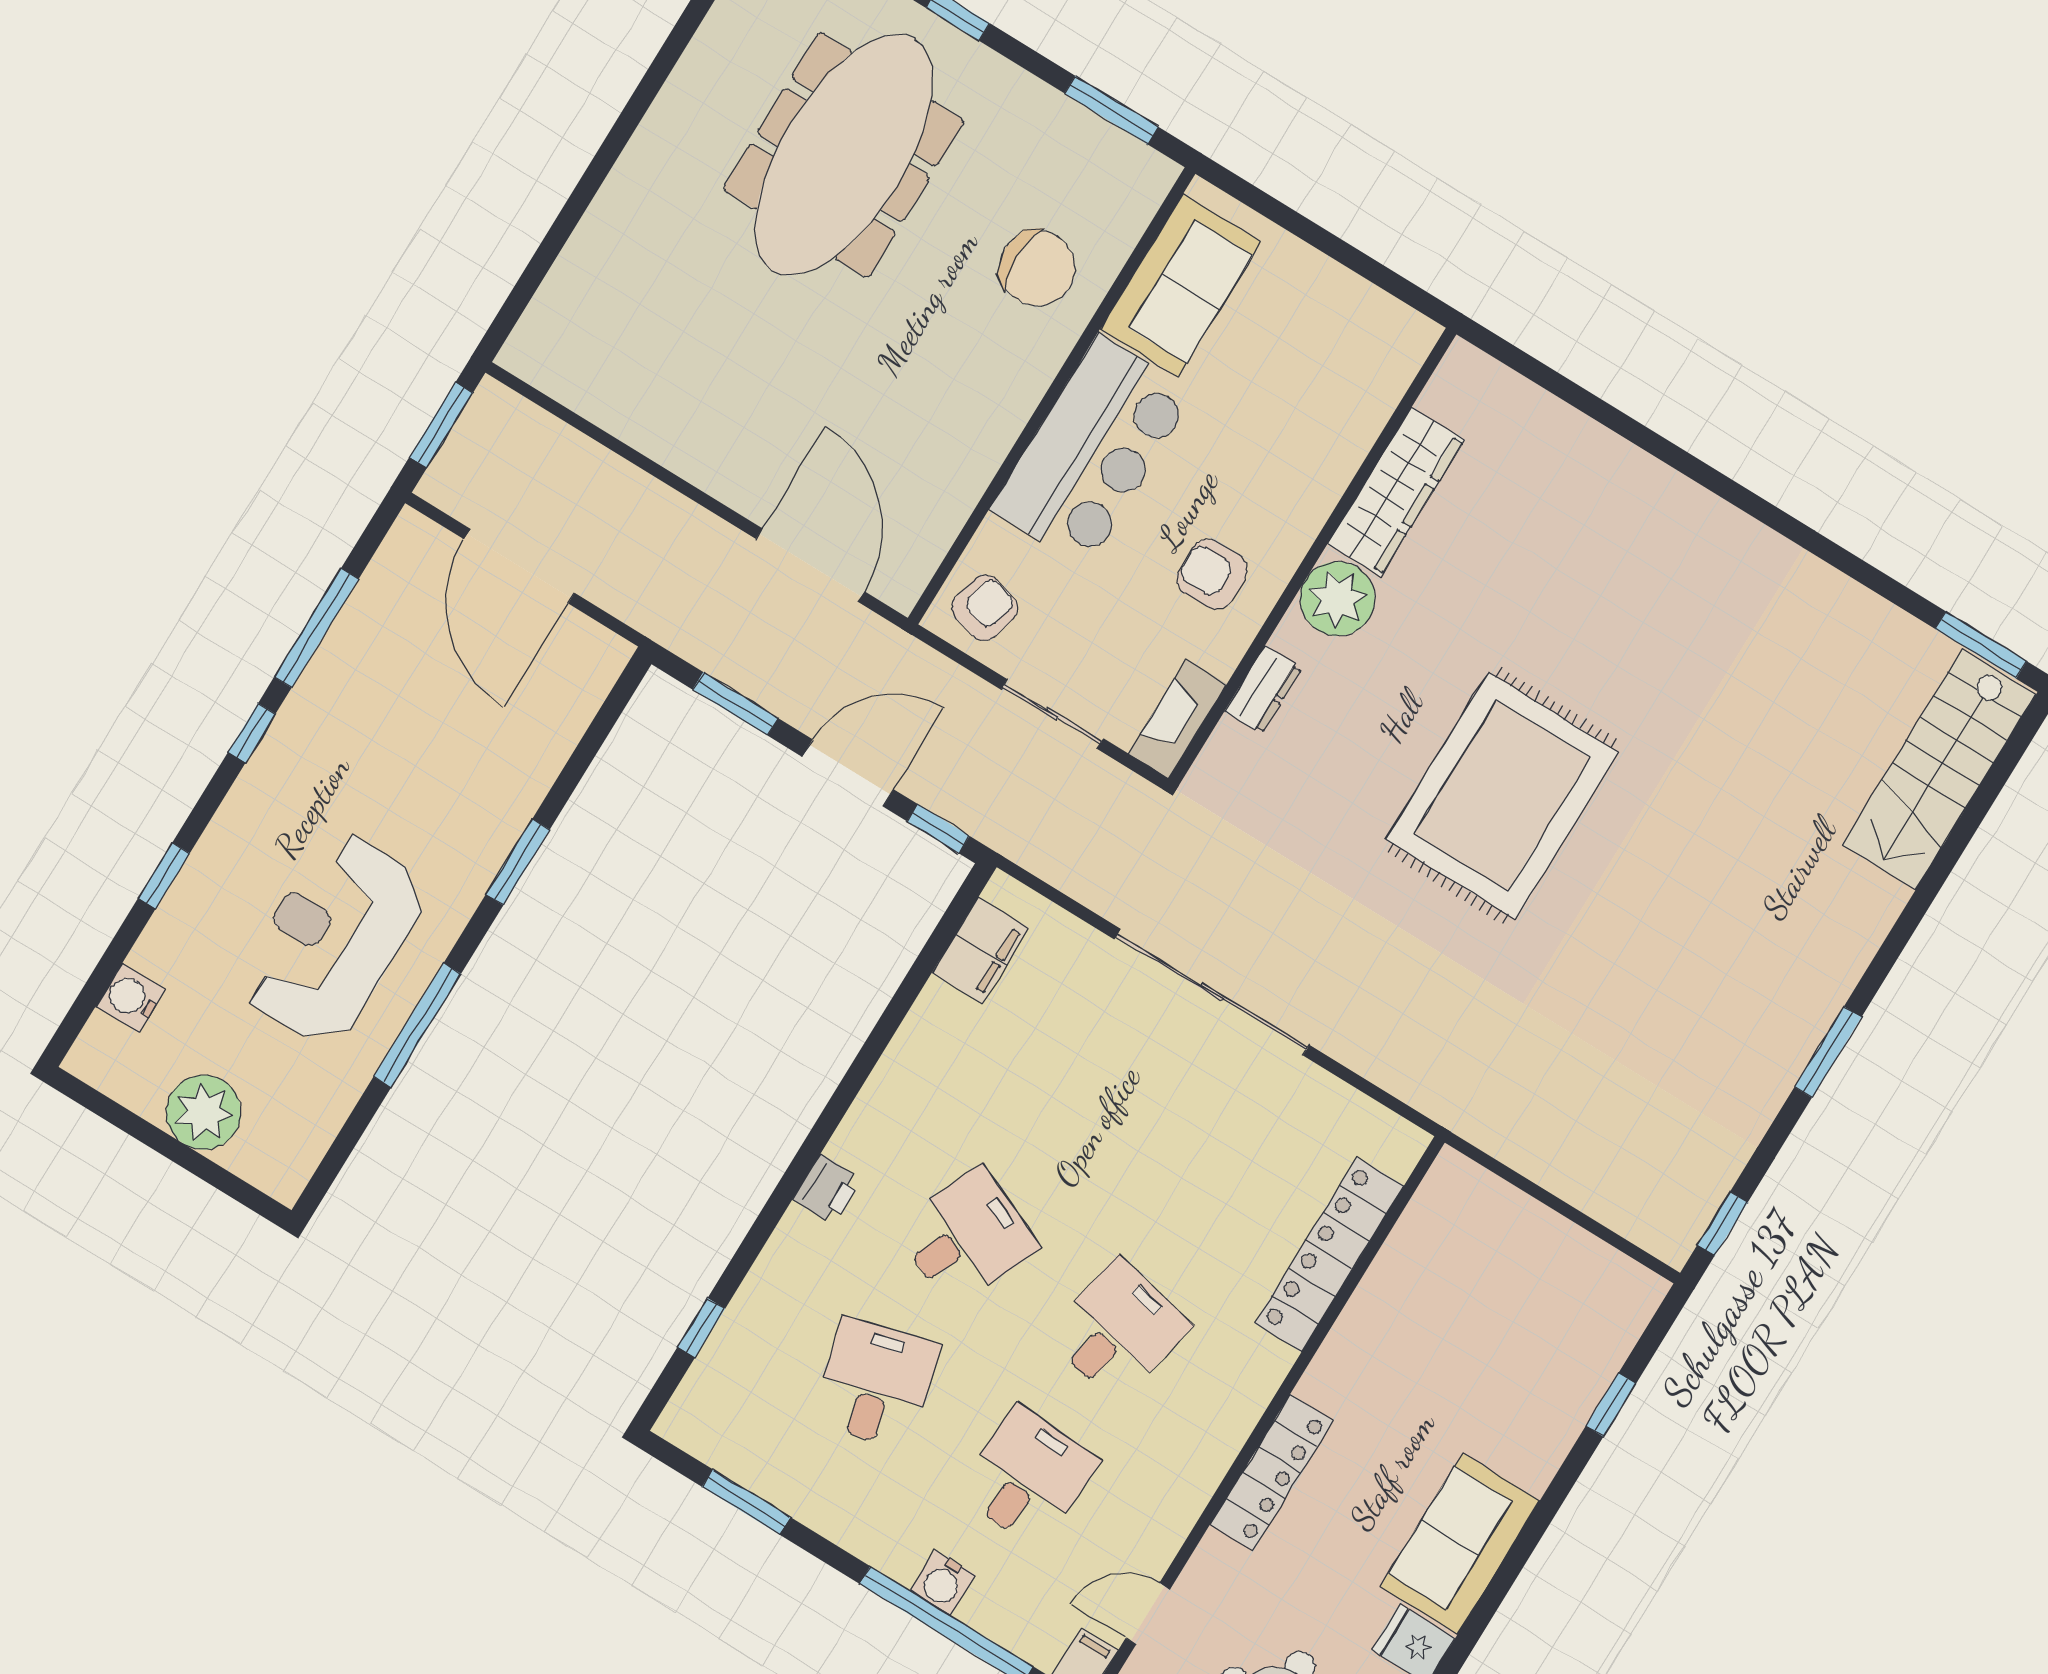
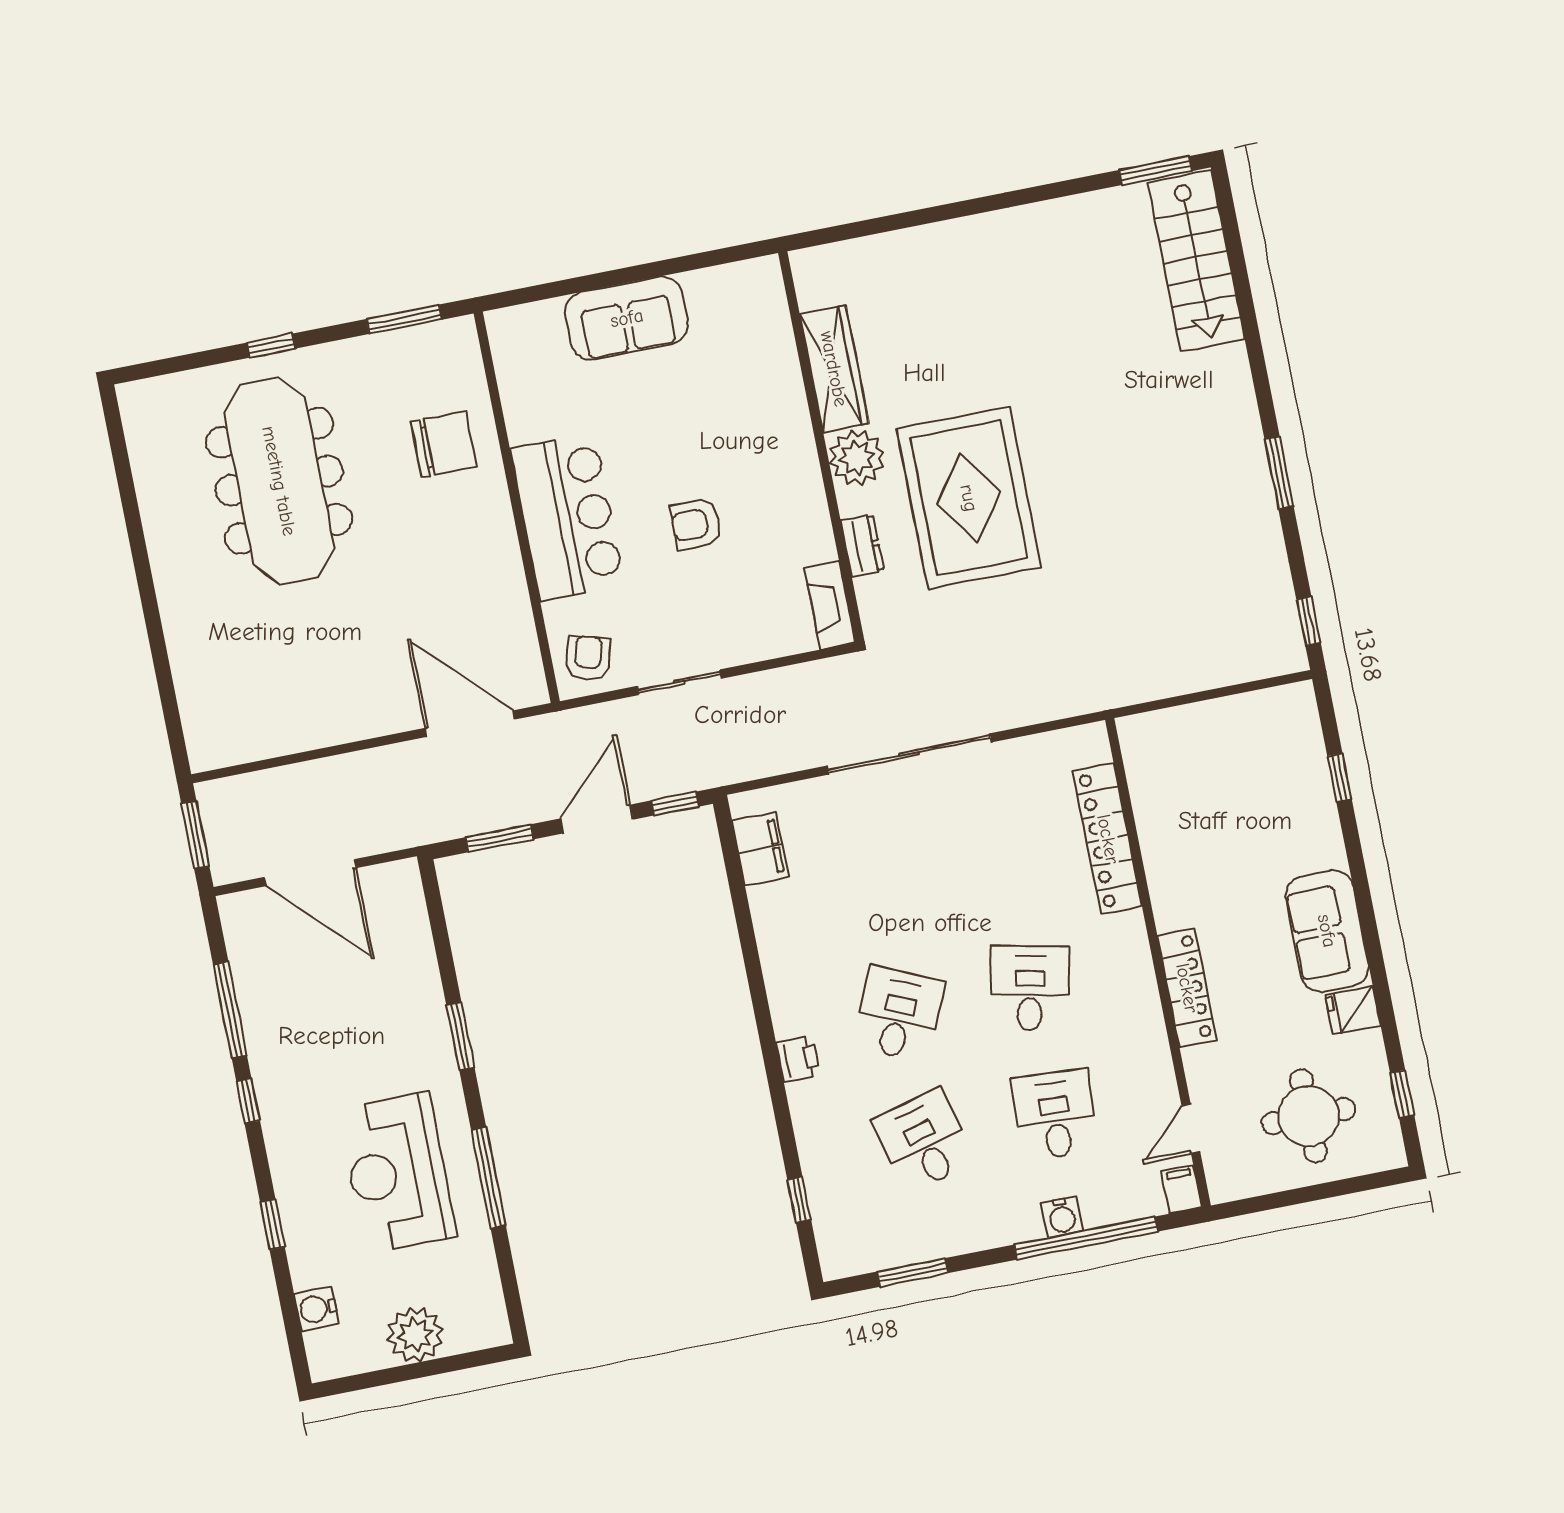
sofa: (1180, 285) -> (627, 318), moved, turned 90
wardrobe: (1396, 492) -> (834, 369), moved
wall: (1313, 556) -> (821, 447), moved
plant: (1337, 599) -> (857, 458), moved
dresser: (1263, 690) -> (862, 546), moved
fireplace: (1178, 719) -> (830, 605), moved

